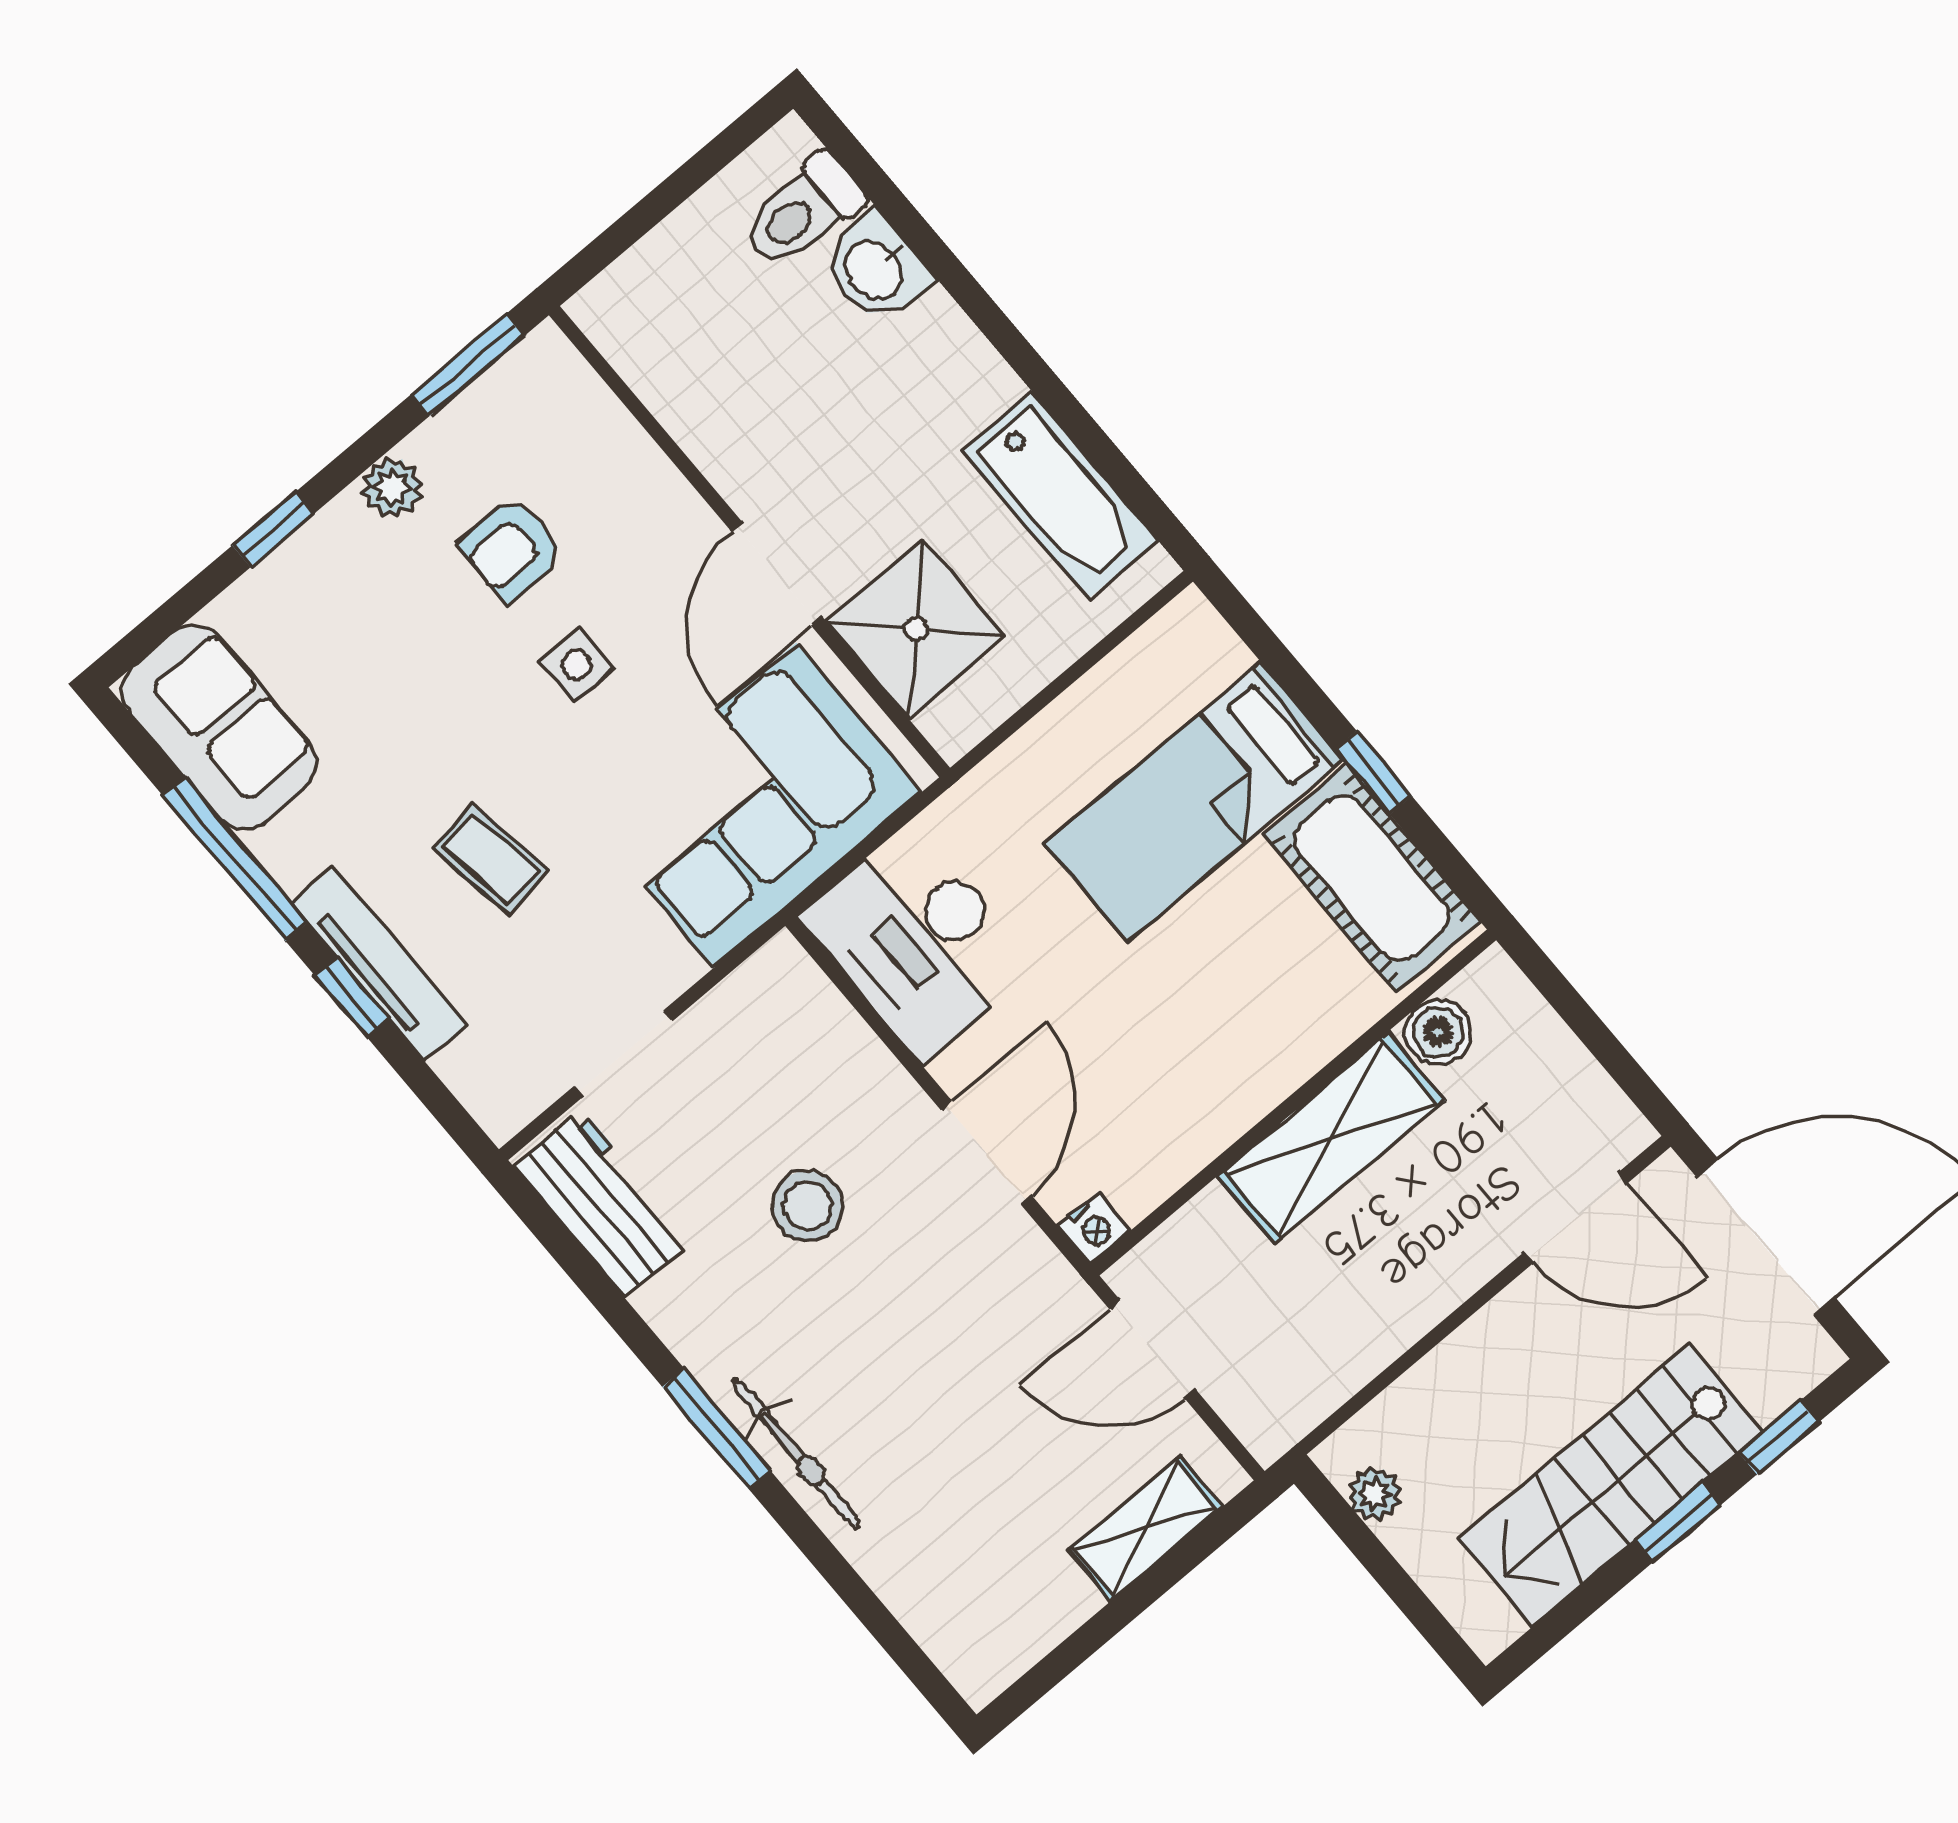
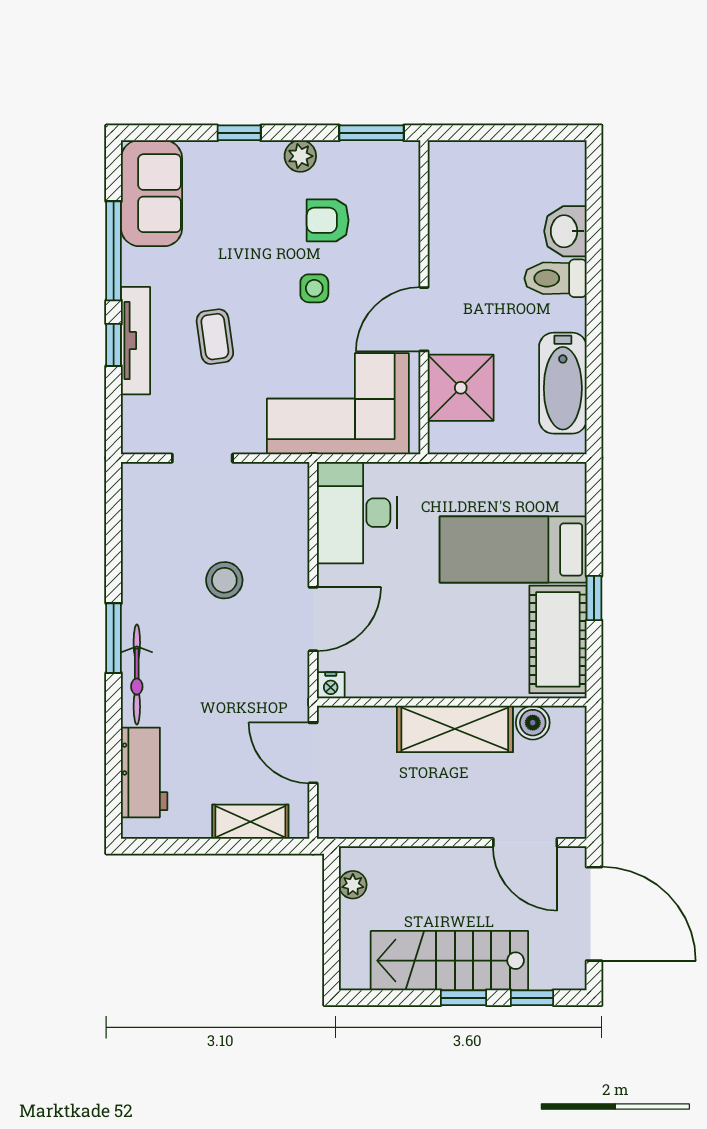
toilet: (802, 212) -> (555, 278), moved
workbench: (603, 1203) -> (144, 772), moved

